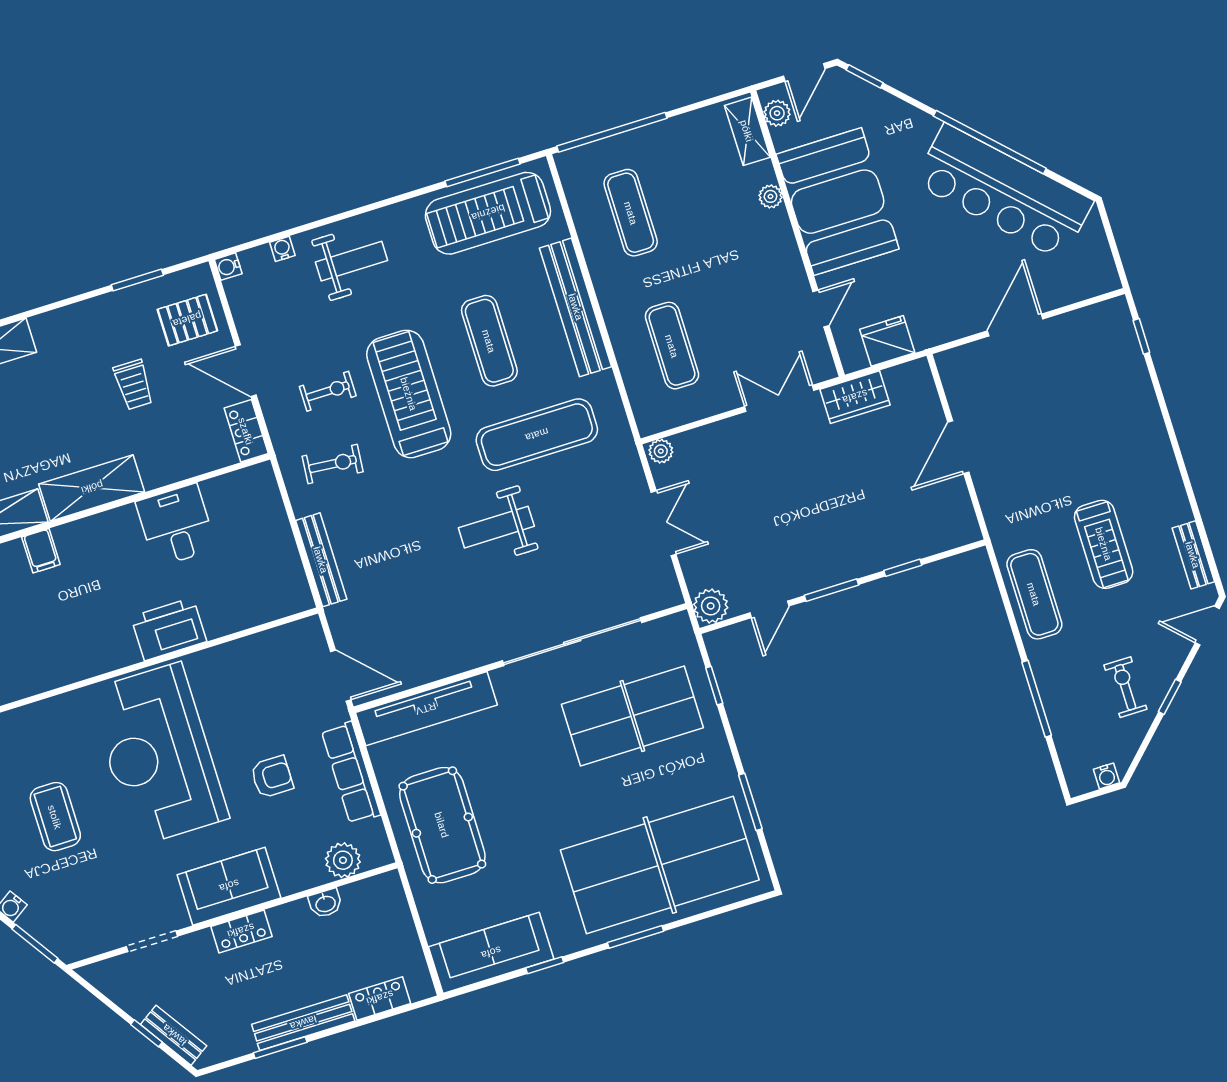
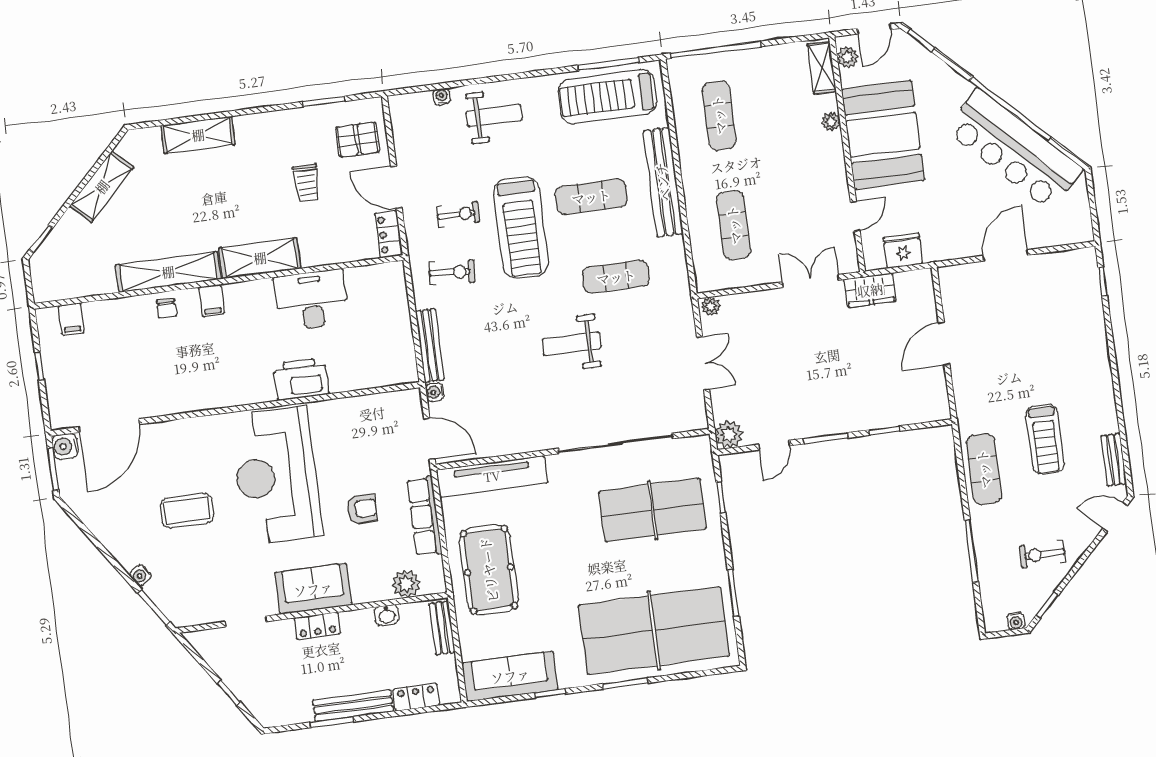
water cooler: (228, 267) -> (435, 392), moved
exercise mat: (489, 341) -> (591, 197), turned 90
treadmill: (409, 394) -> (521, 227), turned 180
exercise mat: (537, 435) -> (616, 277), width x0.73, depth x0.69
desk: (176, 525) -> (311, 300), width x1.37
exercise bike: (1125, 687) -> (1043, 554), turned -90
window: (1170, 697) -> (1047, 605), moved
coffee table: (55, 817) -> (187, 511), turned 90
bench: (174, 1035) -> (442, 628), moved, turned 34

